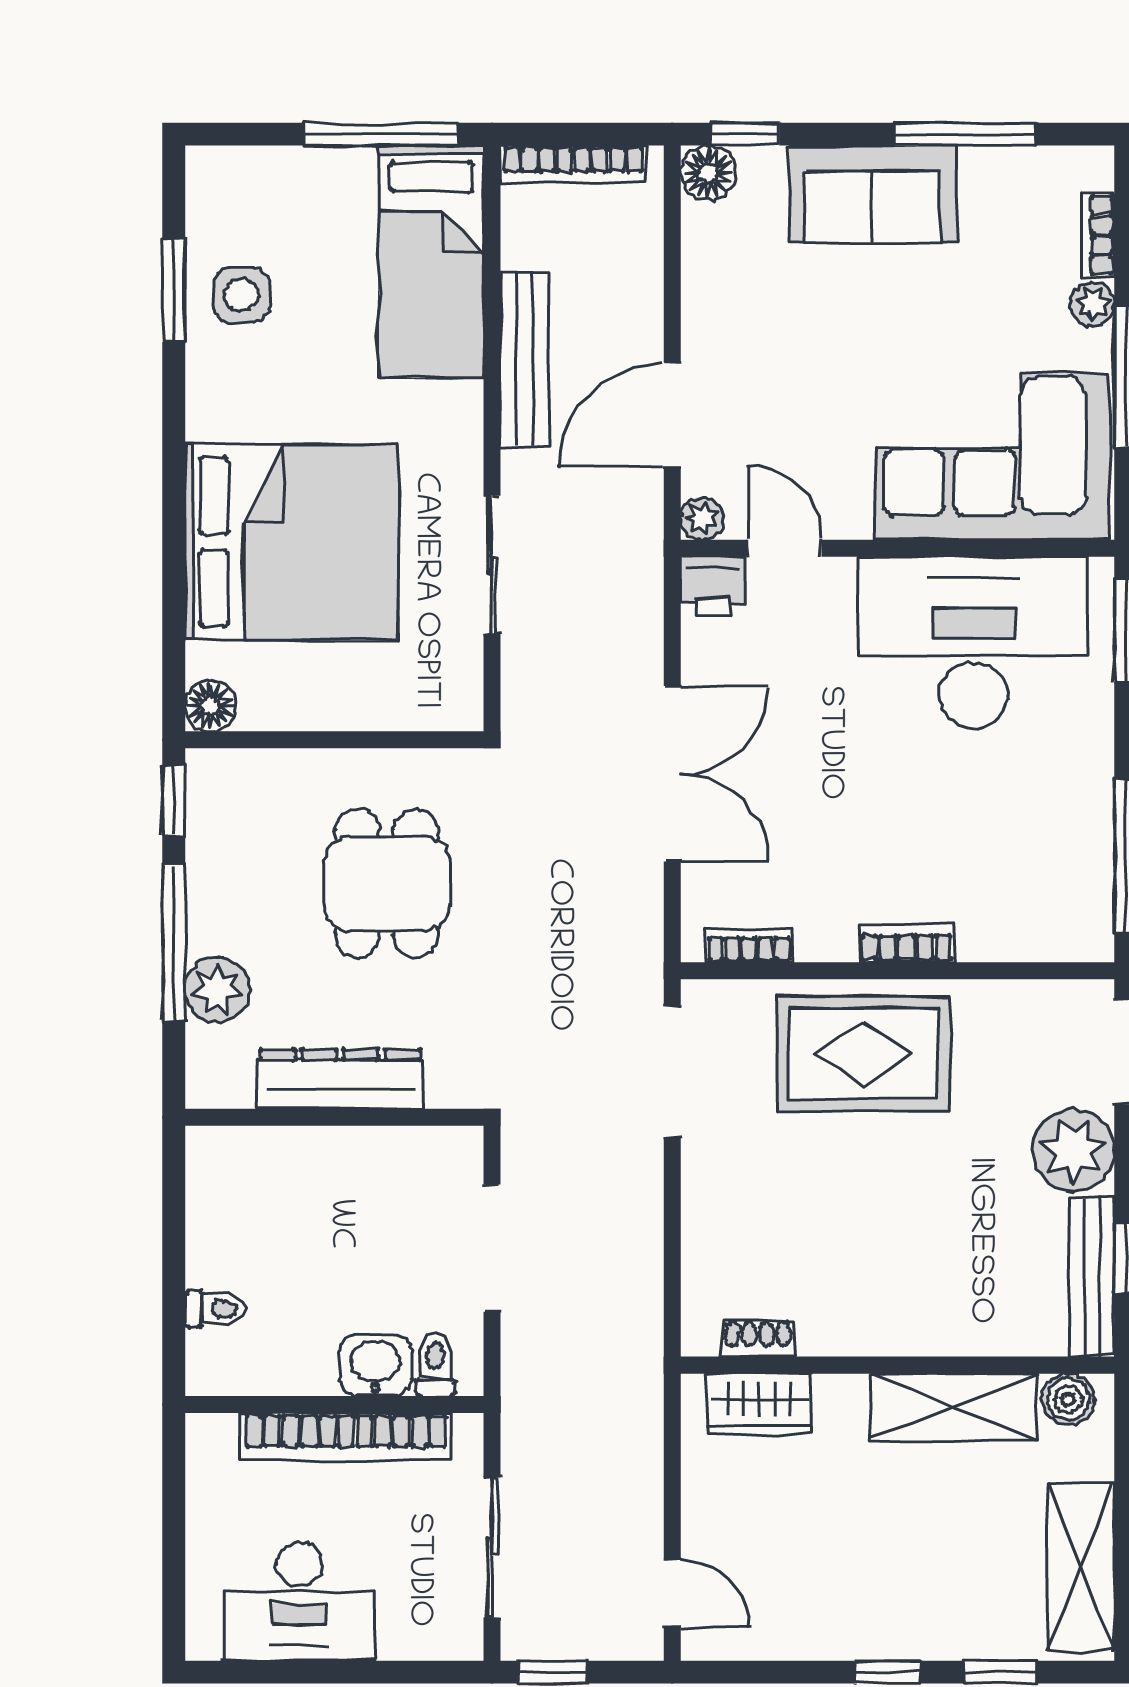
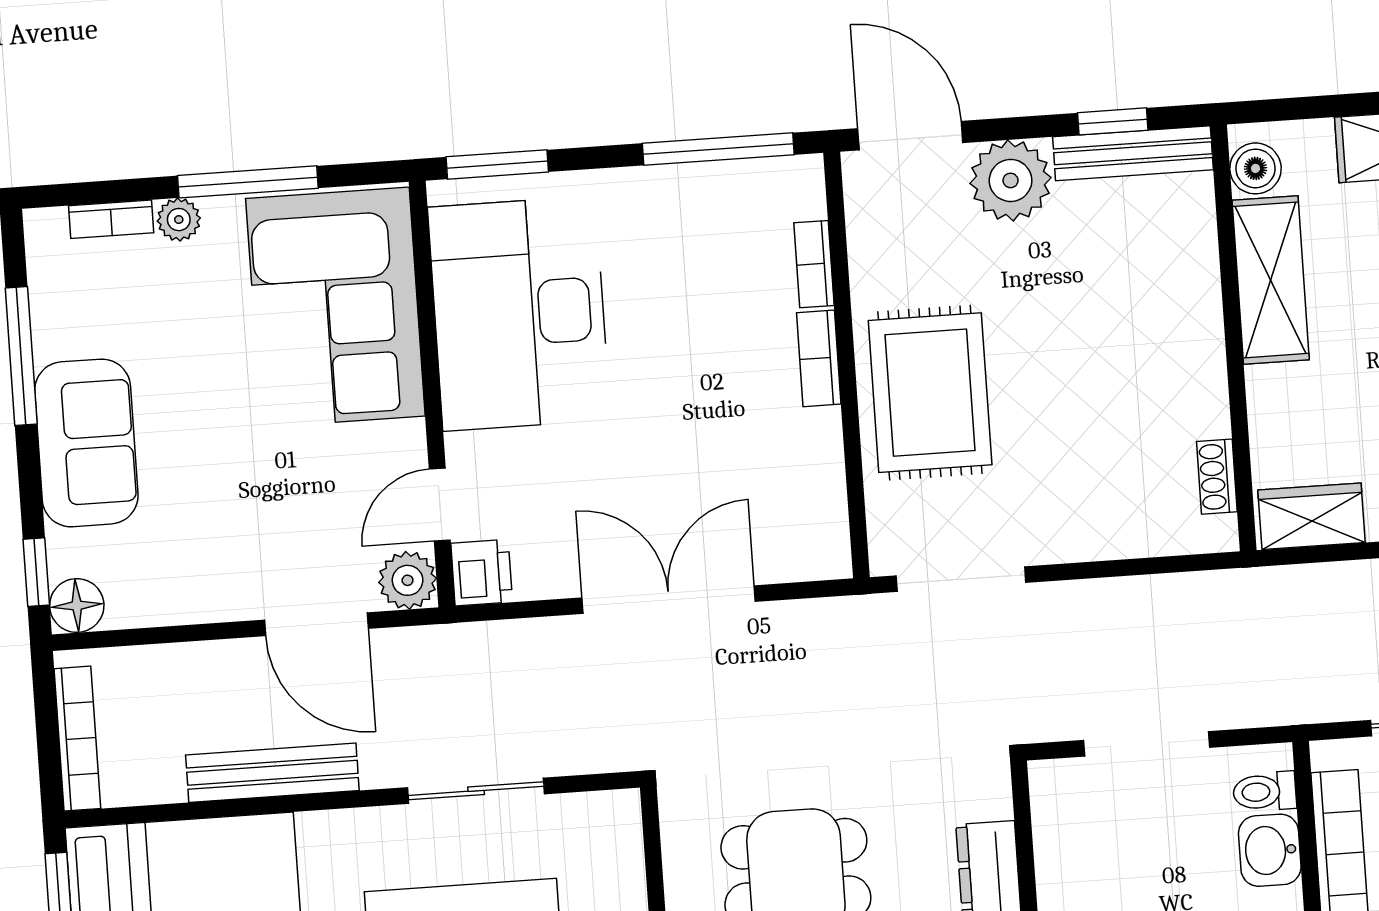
plant: (702, 518) -> (408, 580), width x1.38, depth x1.38
bookcase: (749, 945) -> (814, 264), moved
wardrobe: (759, 1404) -> (1311, 516), moved, turned -90

